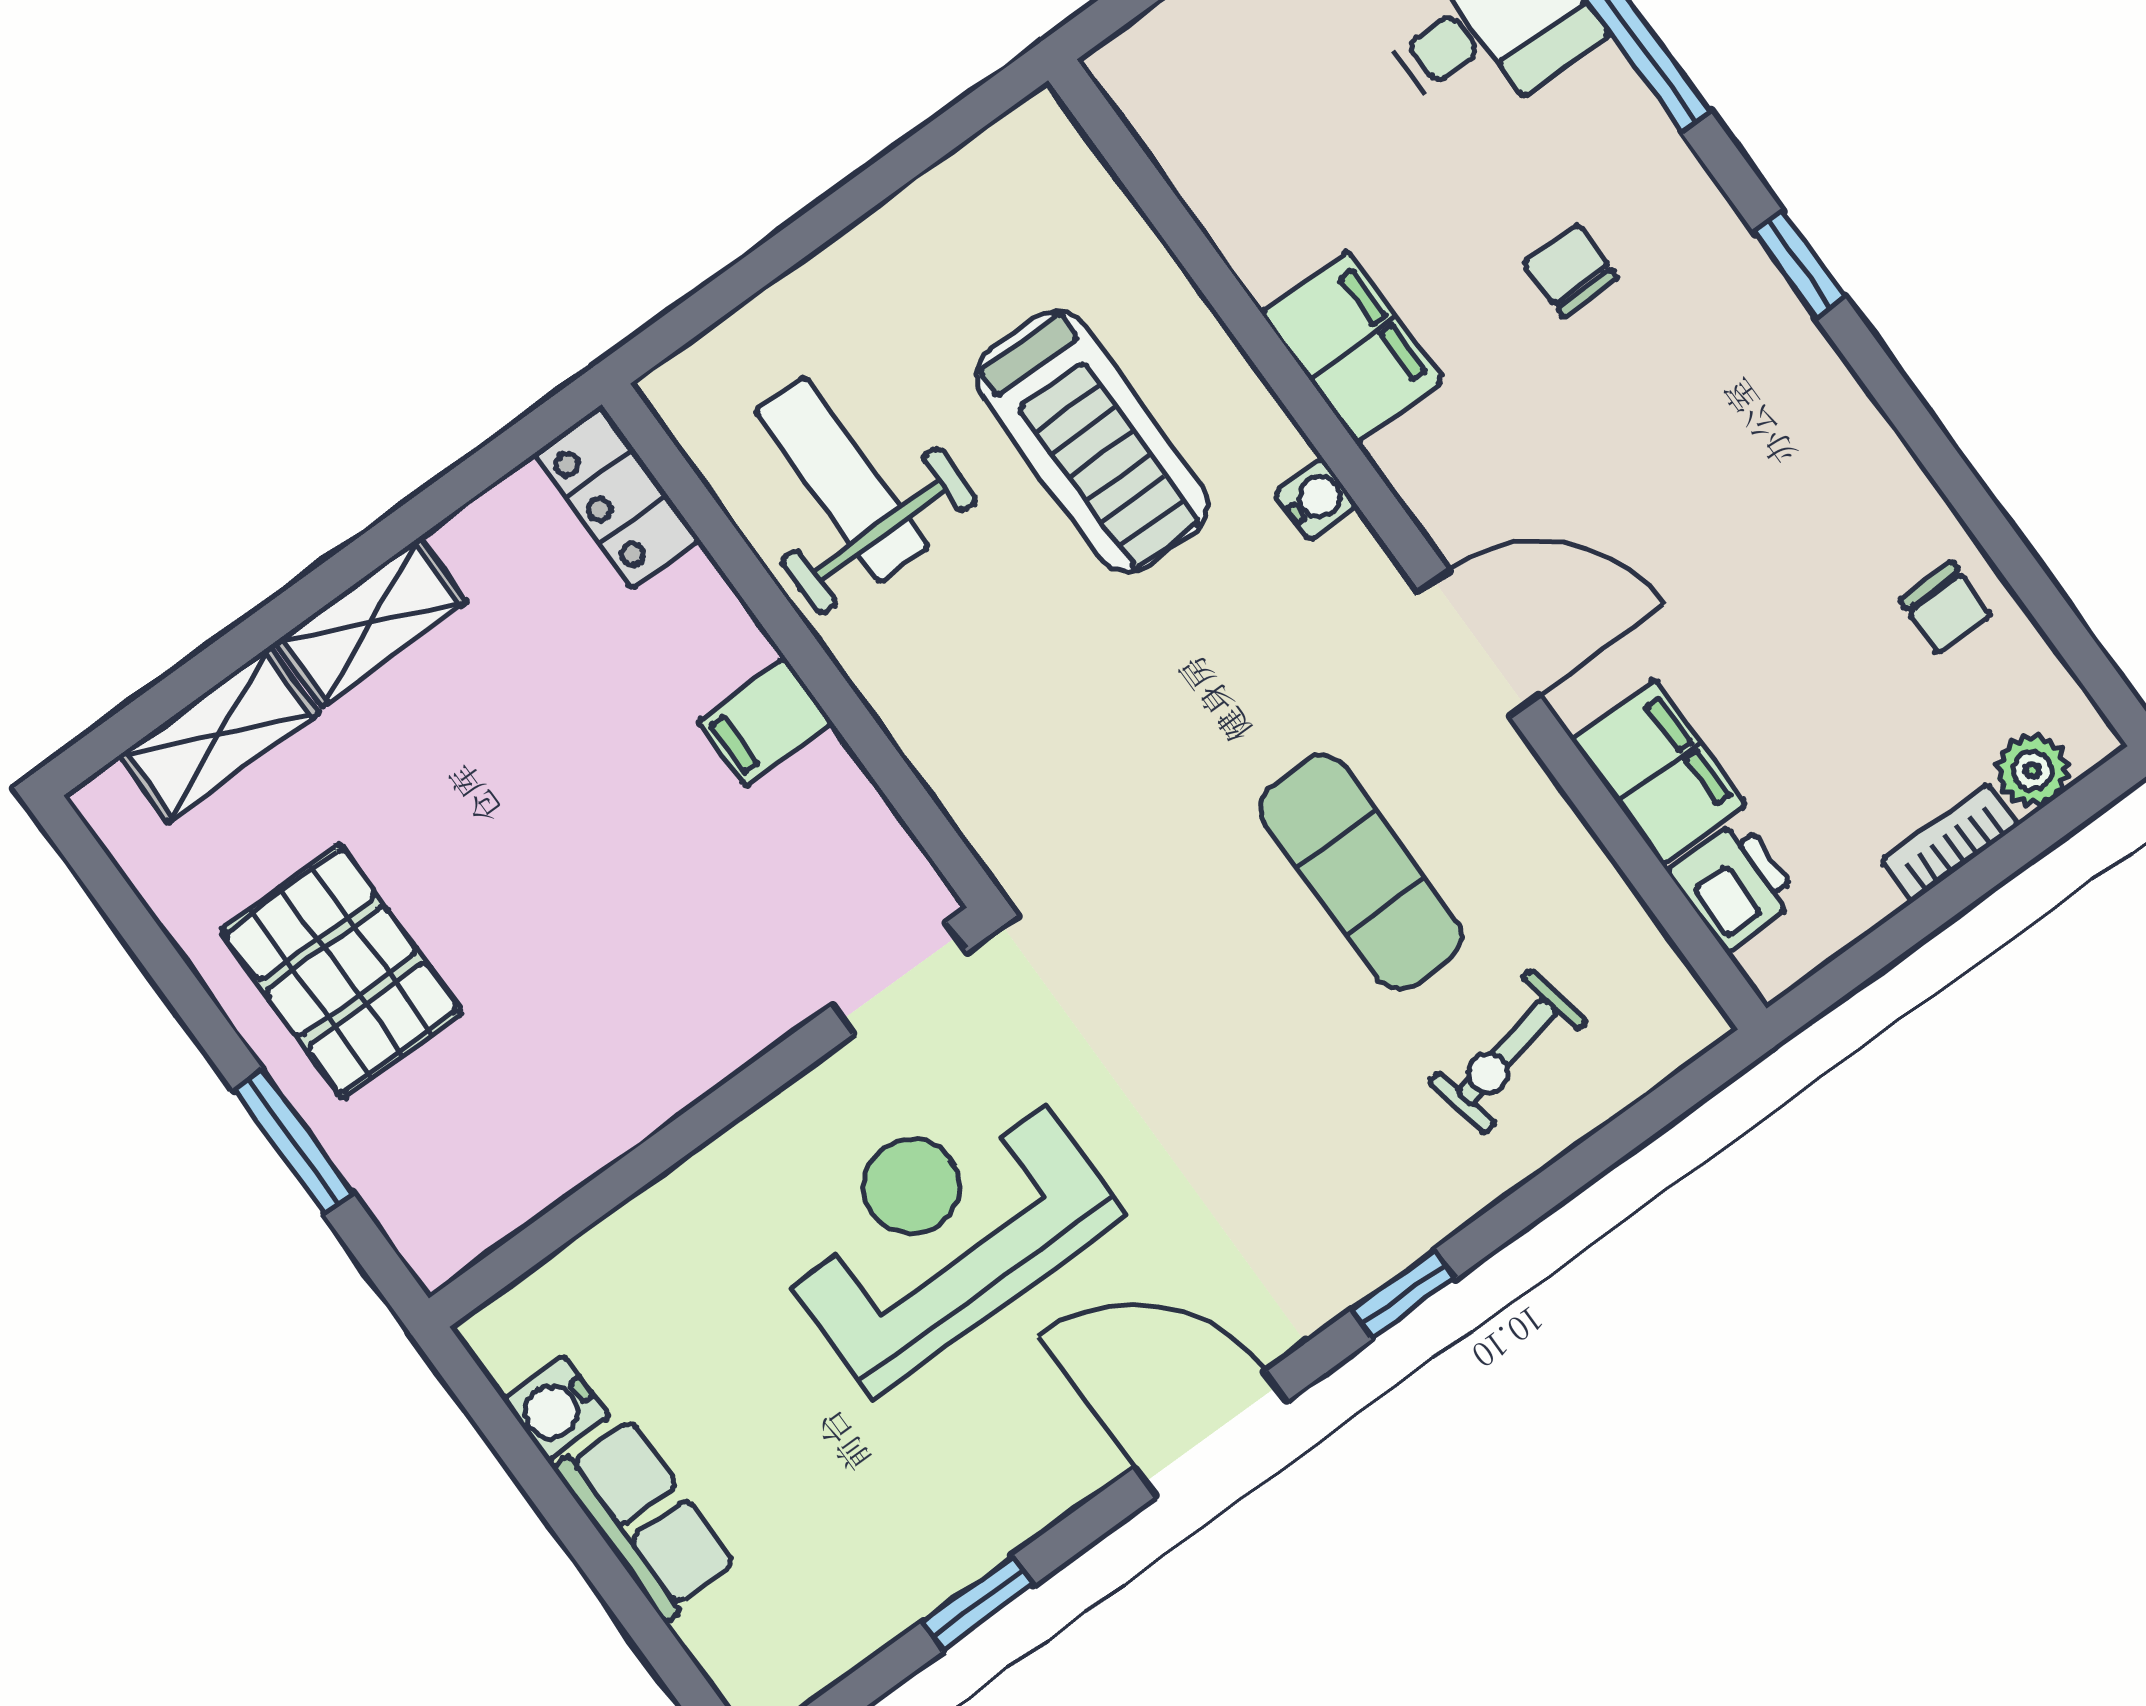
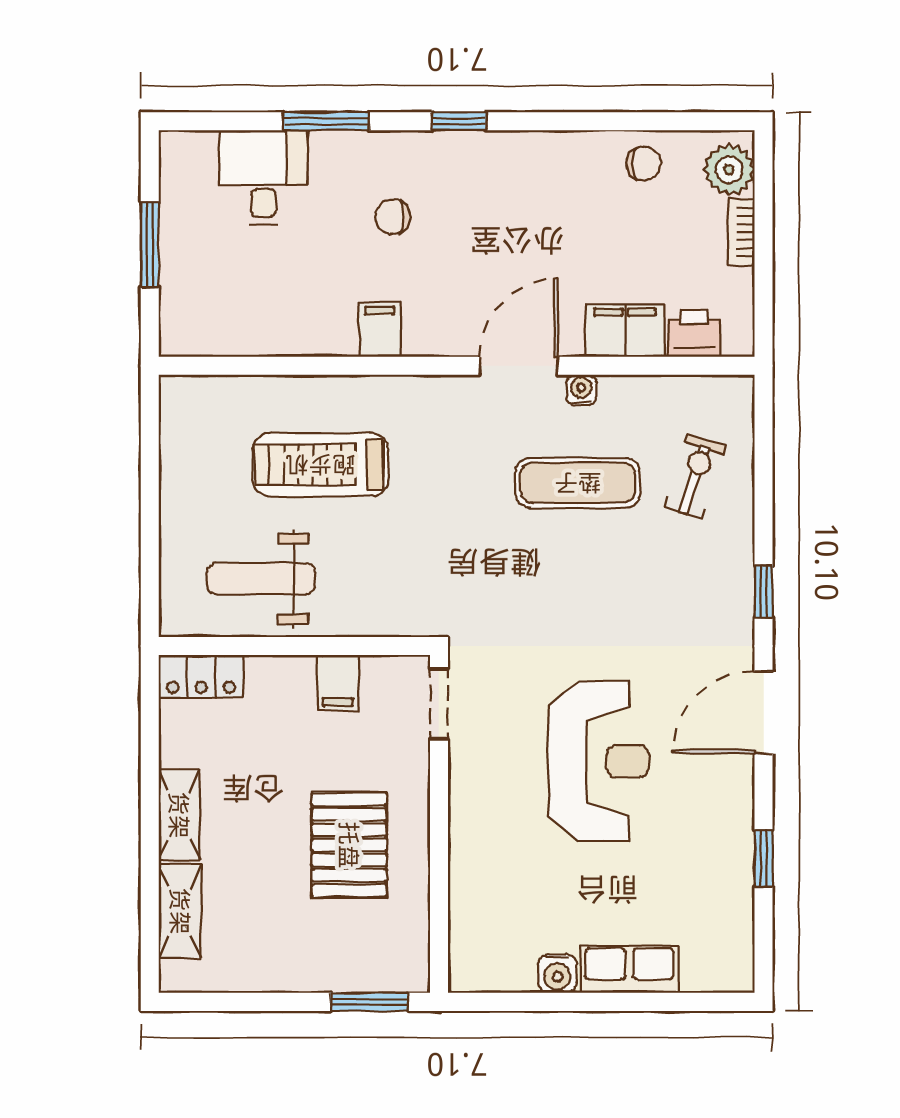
filing cabinet: (1352, 347) -> (380, 330), width x0.50
treadmill: (1092, 441) -> (320, 465), turned 180
water cooler: (1316, 499) -> (581, 390), moved
plant: (2032, 770) -> (729, 170), width x1.38, depth x1.38
pallet: (341, 972) -> (349, 845), moved, turned 90
doorway: (900, 978) -> (439, 704), moved
exercise bike: (1507, 1052) -> (695, 476), turned -150
wall: (708, 1117) -> (439, 824), moved
reception desk: (942, 1228) -> (599, 761), turned 180

